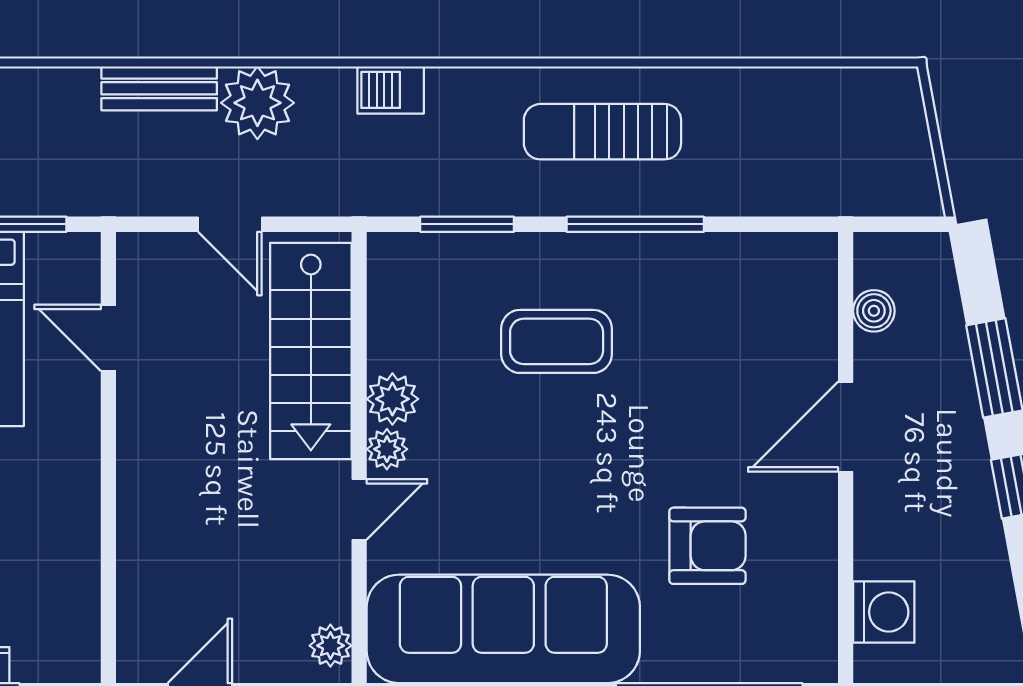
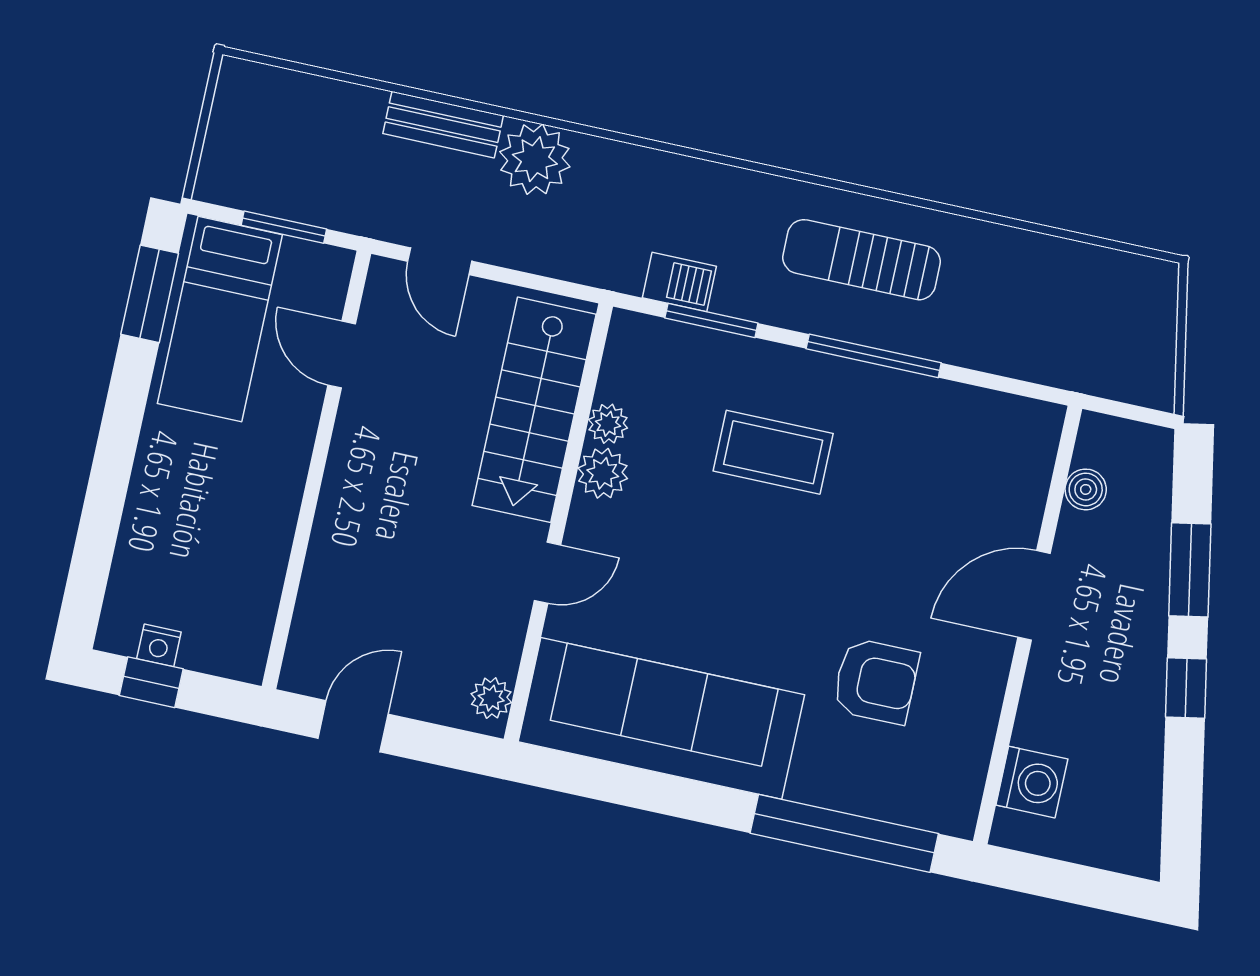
barbecue: (391, 90) -> (679, 282), moved, turned 180
door: (230, 224) -> (440, 261), moved
plant: (387, 449) -> (608, 424), moved

